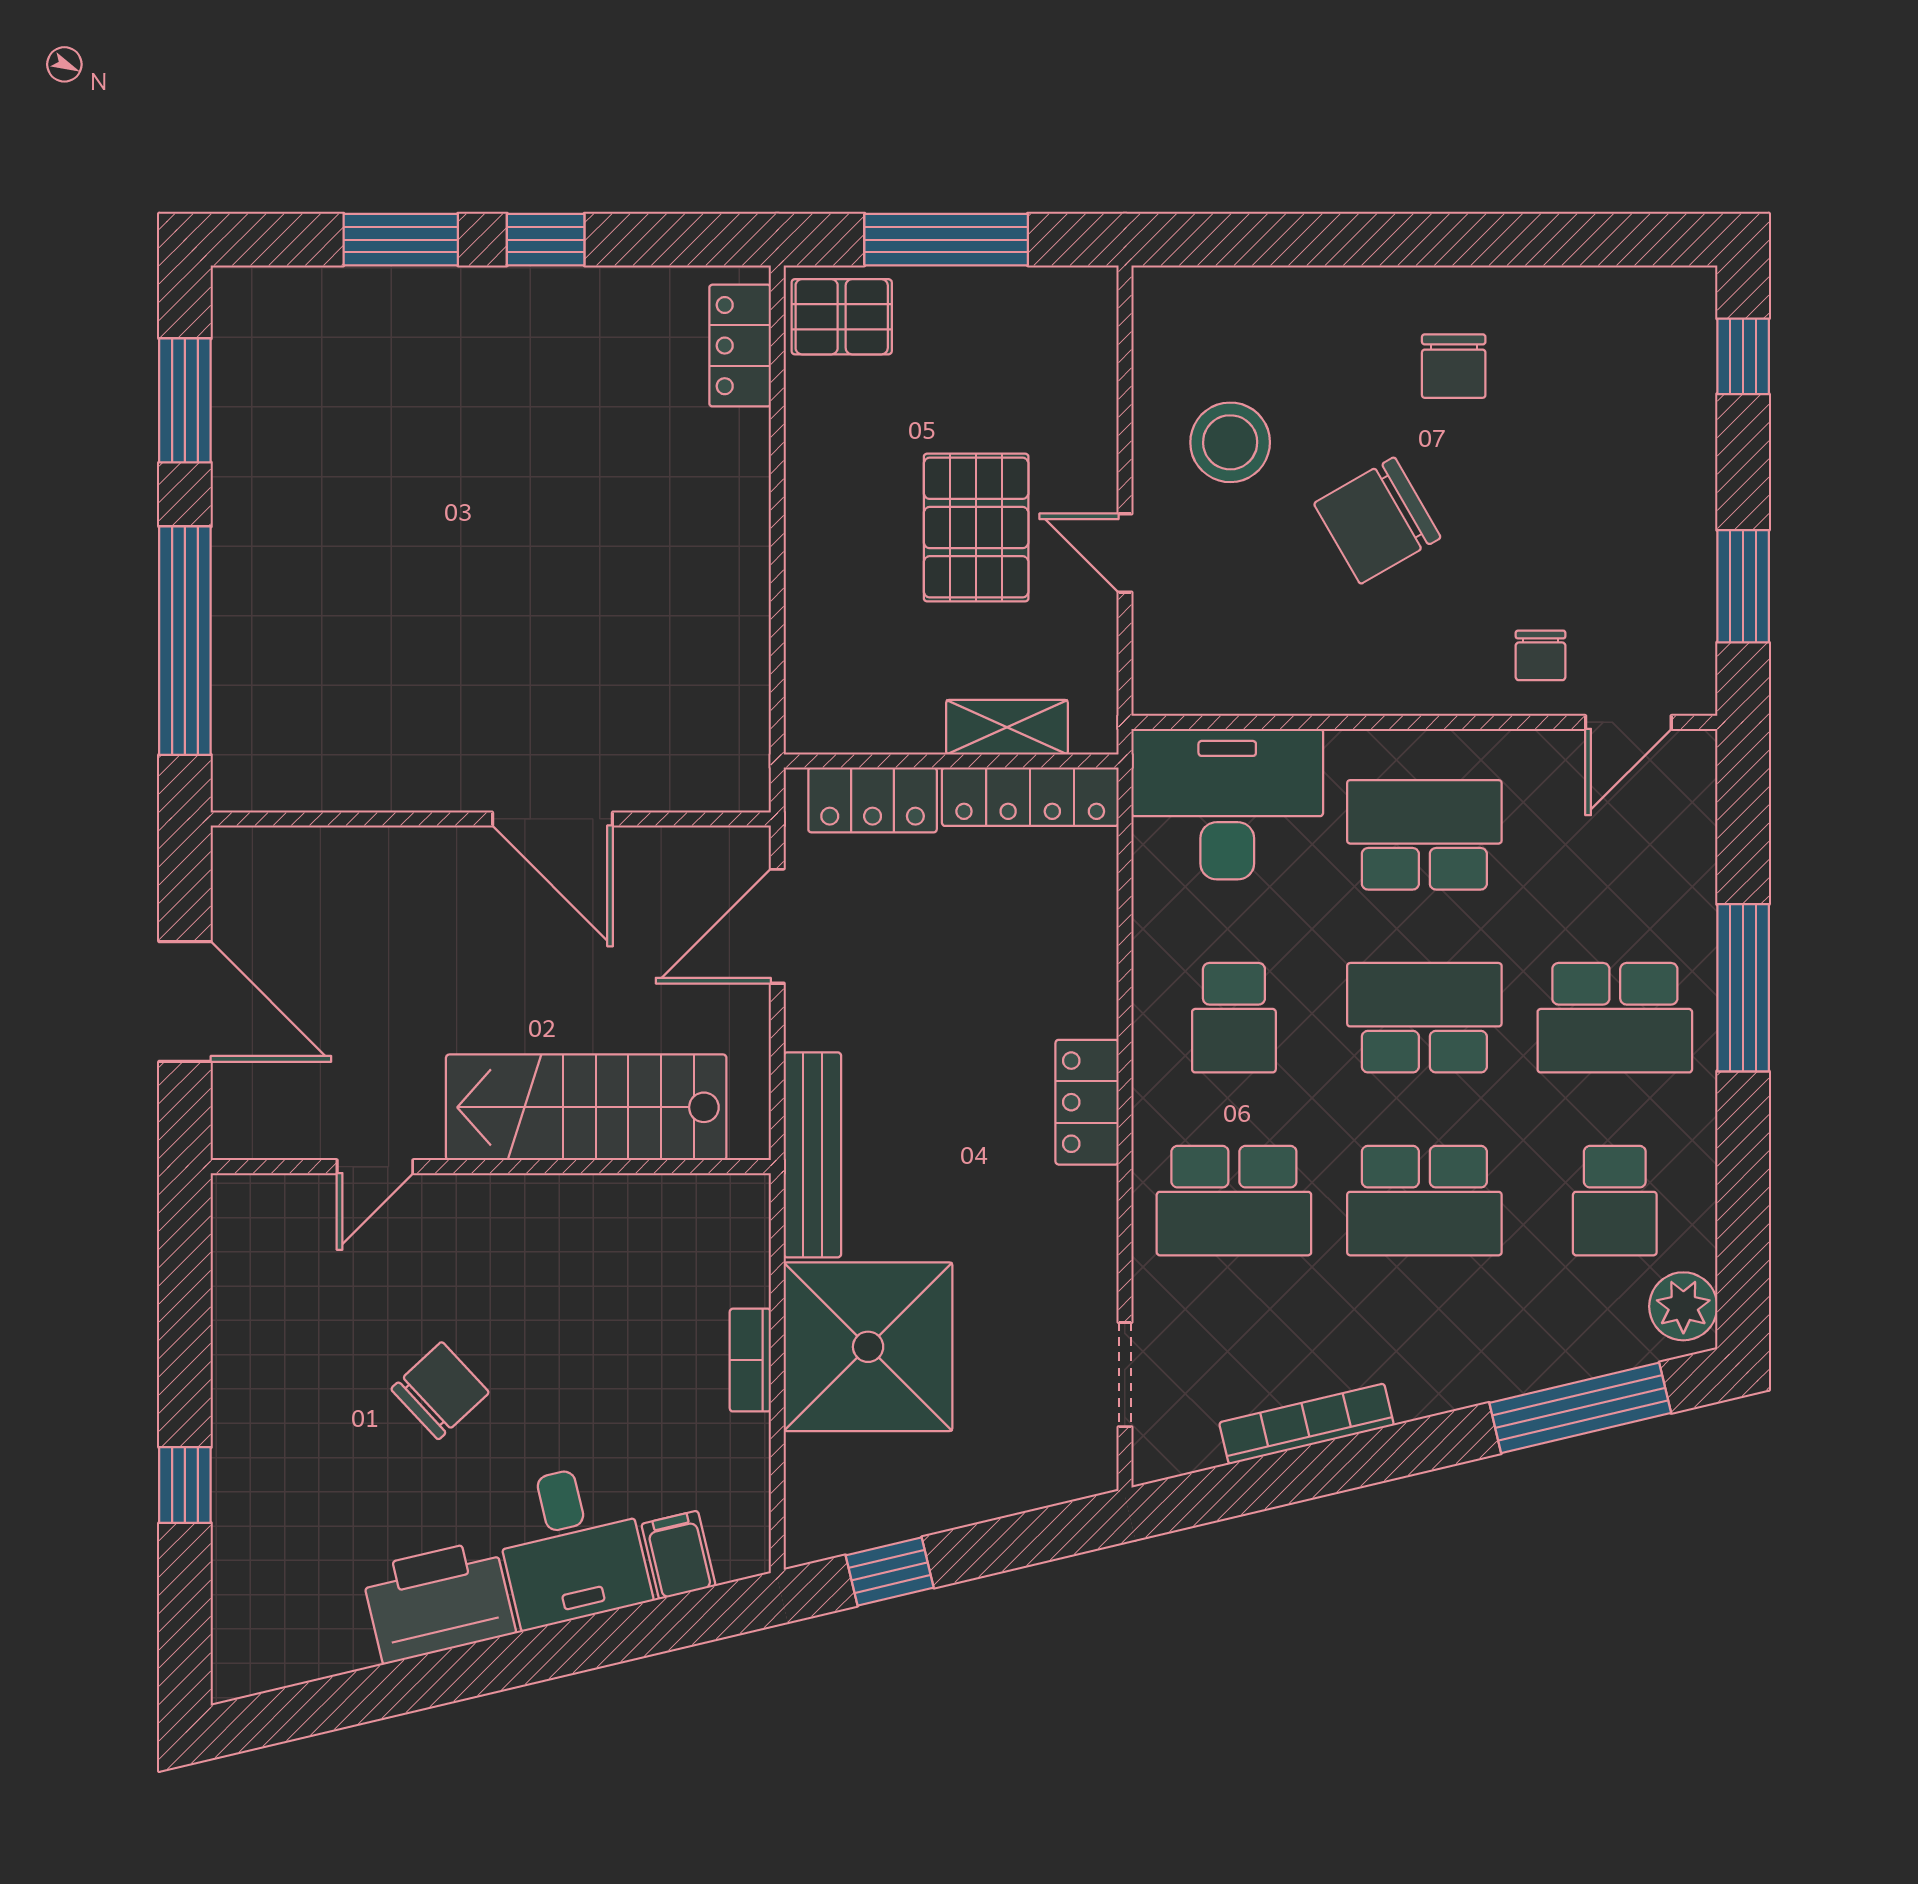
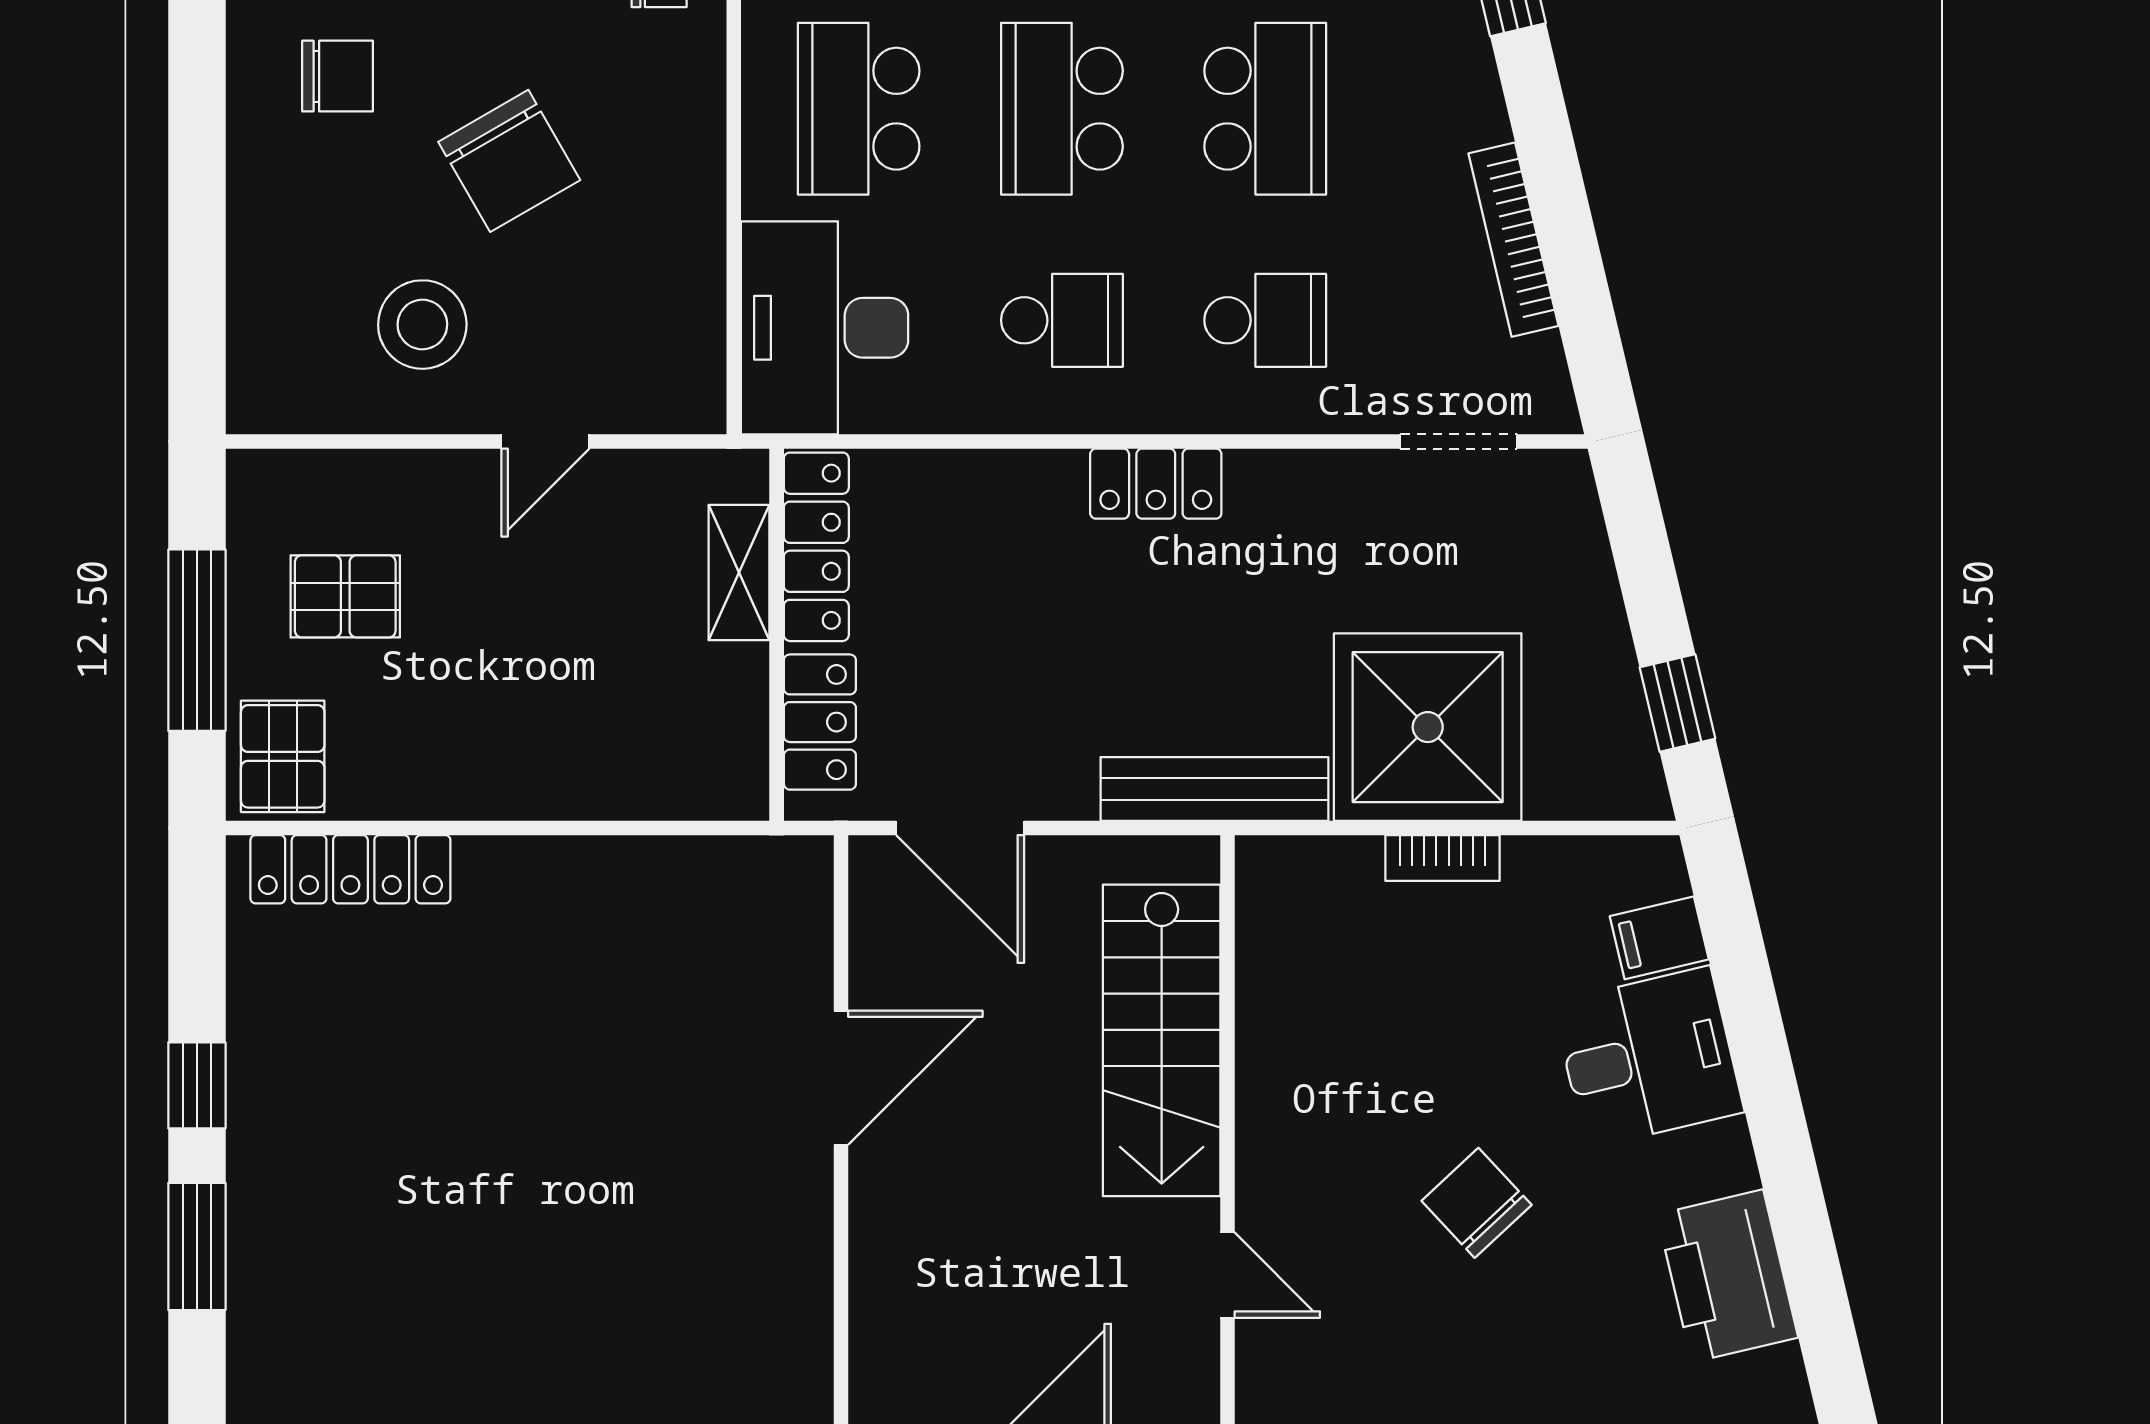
locker: (740, 346) -> (350, 869), width x1.53
pallet: (976, 528) -> (345, 596), moved, width x0.67, depth x0.71
school desk: (1234, 1201) -> (1265, 320), width x0.54
printer: (439, 1601) -> (1727, 1276), moved

